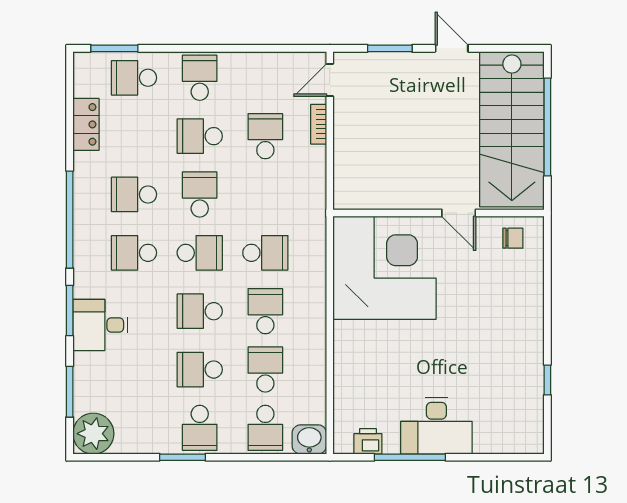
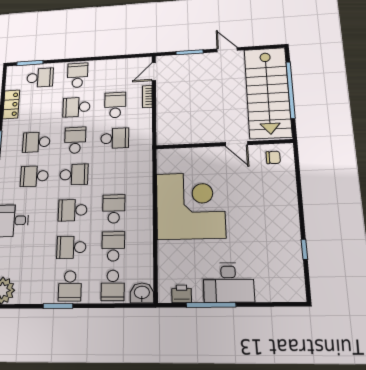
school desk: (134, 78) -> (40, 78), turned 180
school desk: (265, 253) -> (115, 138), moved
corner desk: (385, 268) -> (191, 206), moved

